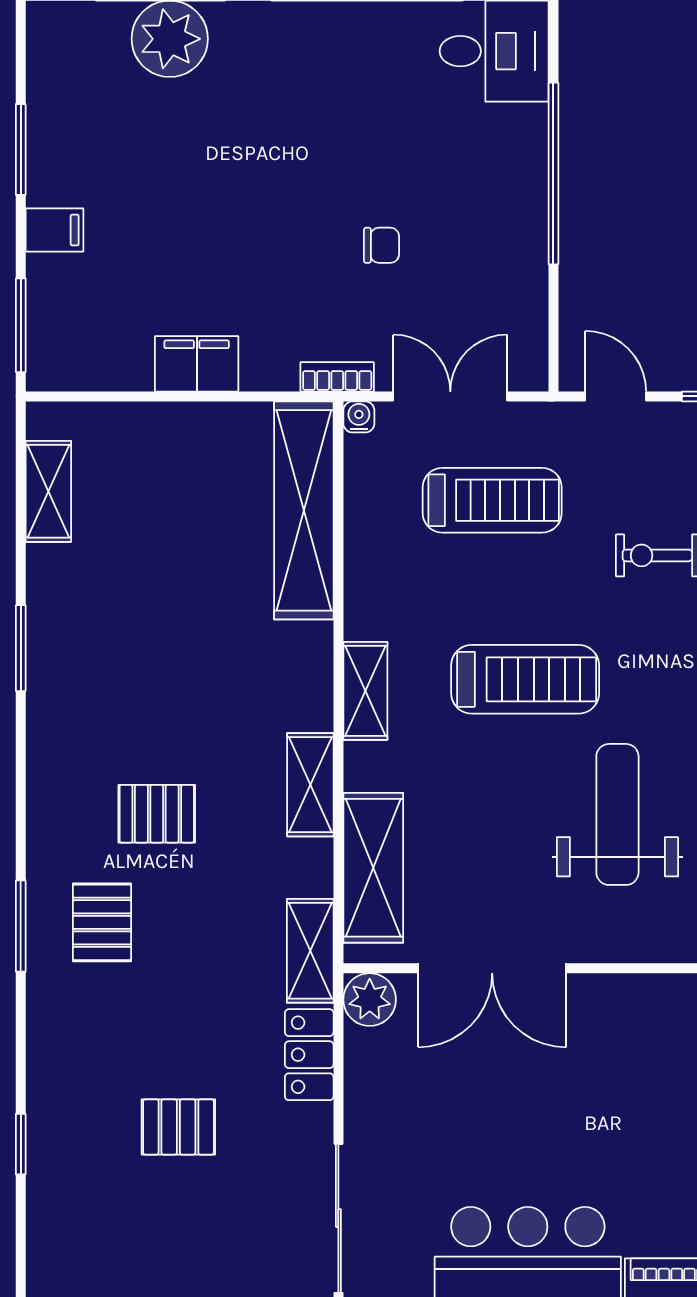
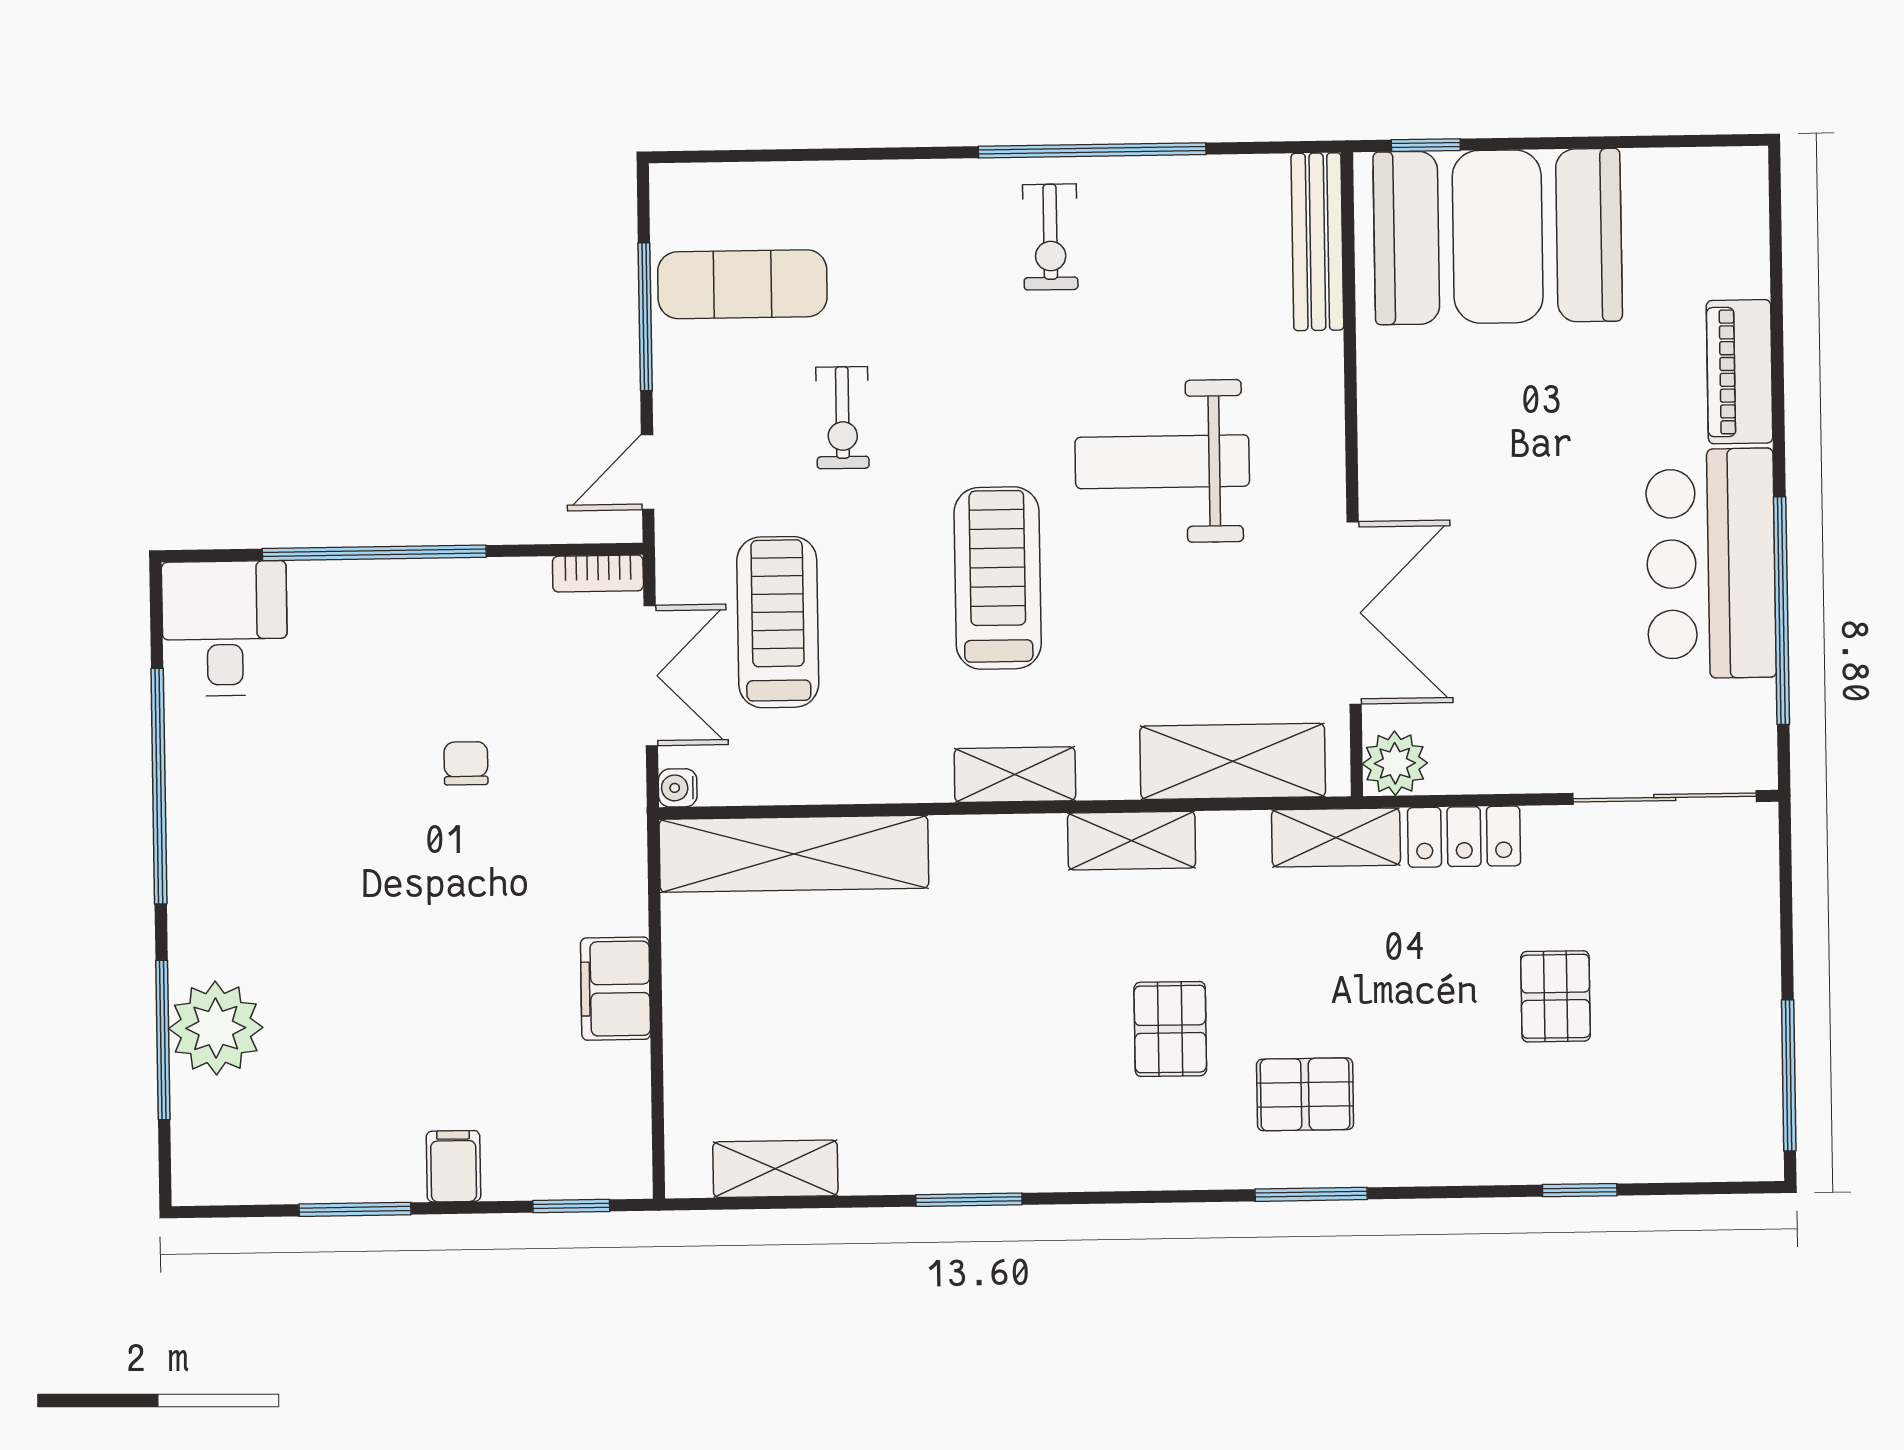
window: (21, 325) -> (571, 1206), width x0.67
bookcase: (337, 377) -> (598, 574), moved, turned -90
double door: (450, 396) -> (651, 676), swing flipped

